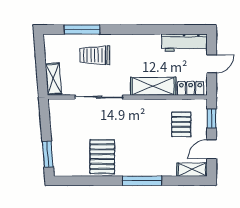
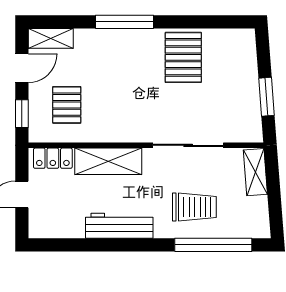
window: (82, 30) -> (213, 245), width x1.46
workbench: (184, 43) -> (119, 226), moved
window: (48, 154) -> (267, 97), moved

